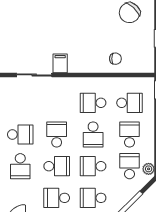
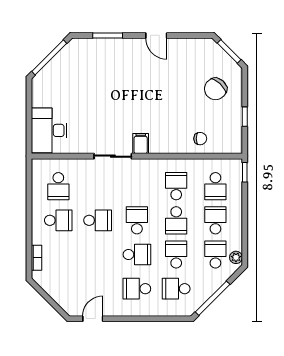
school desk: (93, 103) -> (176, 186), turned 90
school desk: (130, 103) -> (215, 186), turned 90
school desk: (20, 166) -> (98, 255), removed
school desk: (93, 166) -> (176, 255), turned 90

